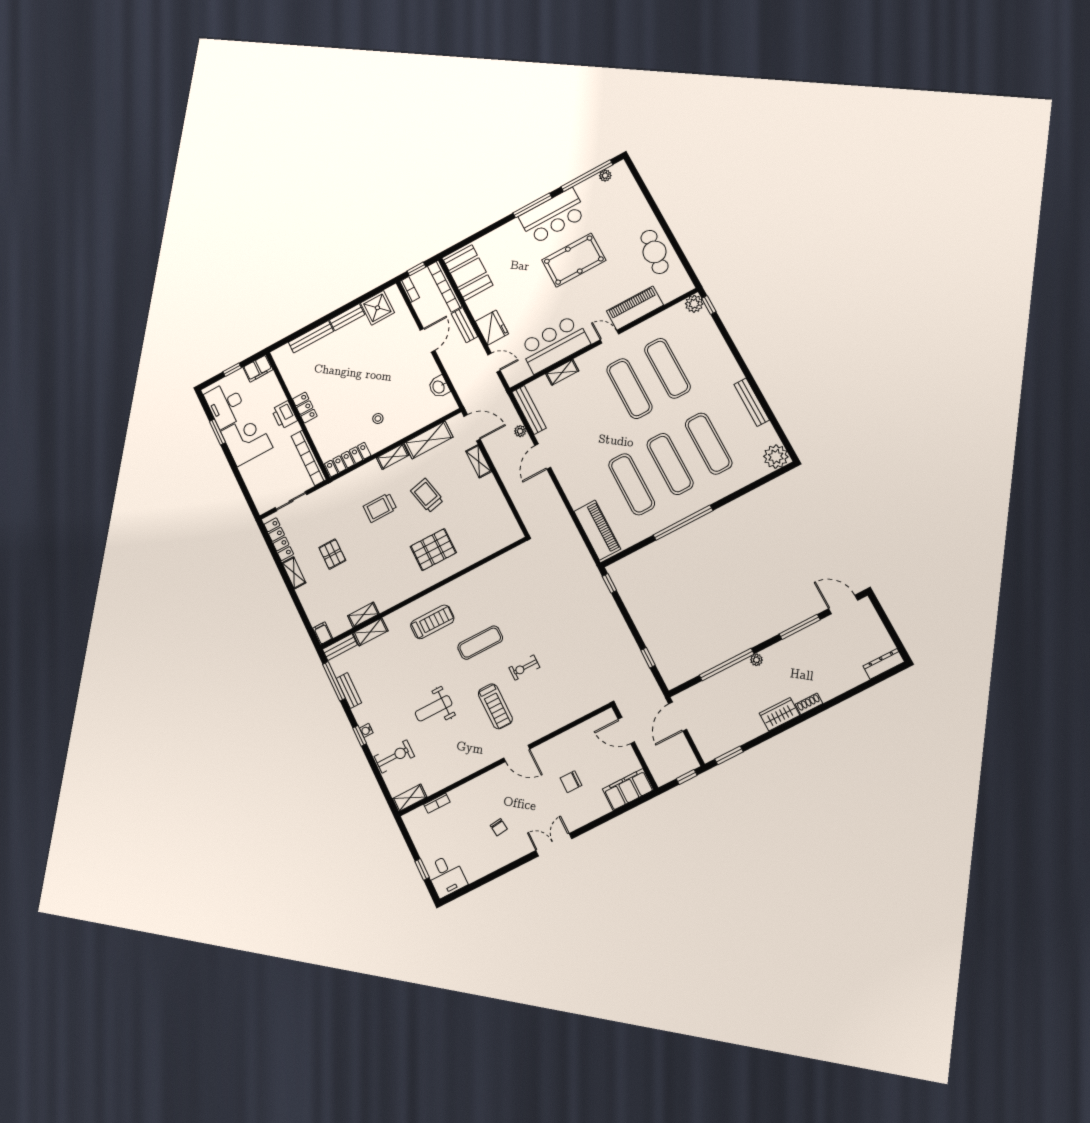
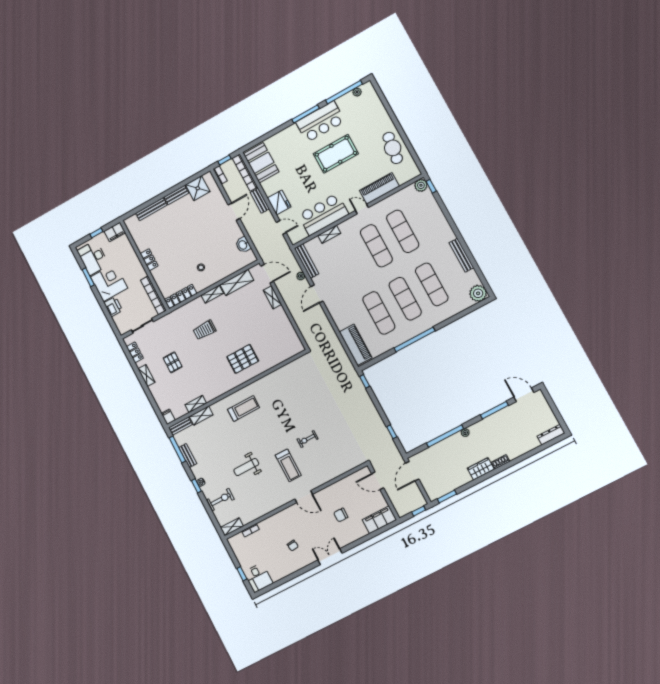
printer: (284, 415) -> (113, 307), moved, turned 180
trolley: (427, 495) -> (237, 321), removed
locker: (279, 539) -> (135, 352), width x0.66
exercise mat: (480, 643) -> (277, 422), removed

